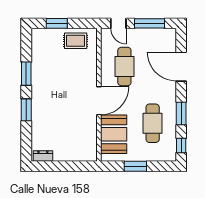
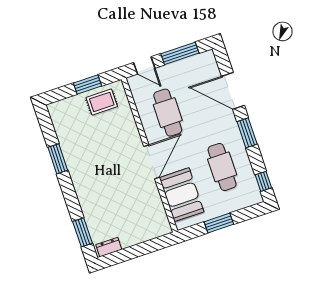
window: (57, 23) -> (87, 85), moved
window: (26, 110) -> (83, 232), moved
window: (181, 113) -> (247, 133), moved

